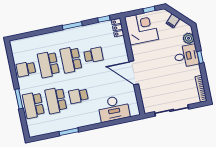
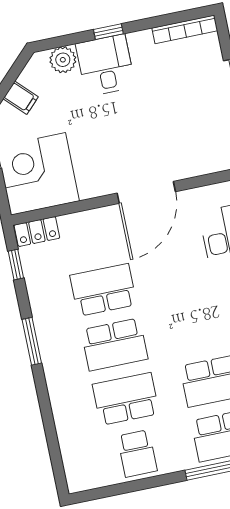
school desk: (93, 55) -> (103, 290), width x1.85
school desk: (48, 64) -> (126, 399), turned 180
school desk: (78, 96) -> (202, 326), removed

